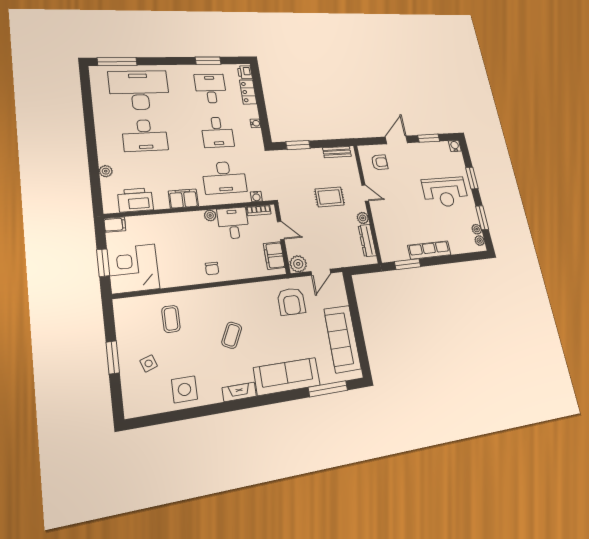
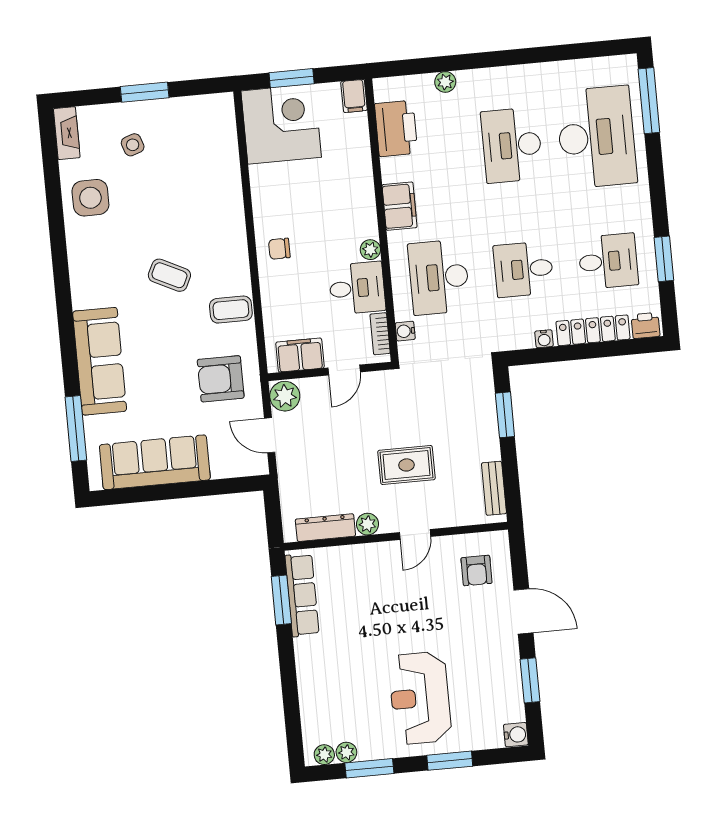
locker: (248, 92) -> (593, 330), width x1.53
rug: (330, 197) -> (406, 465), turned 90
row of seats: (429, 250) -> (302, 595), moved
coffee table: (171, 319) -> (231, 310), moved
fireplace: (239, 392) -> (67, 133), moved

